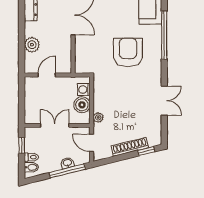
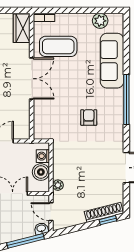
armchair: (128, 52) -> (89, 117), width x0.53, depth x0.53
shoe rack: (130, 147) -> (104, 212), moved
washbasin: (67, 163) -> (41, 229), moved

